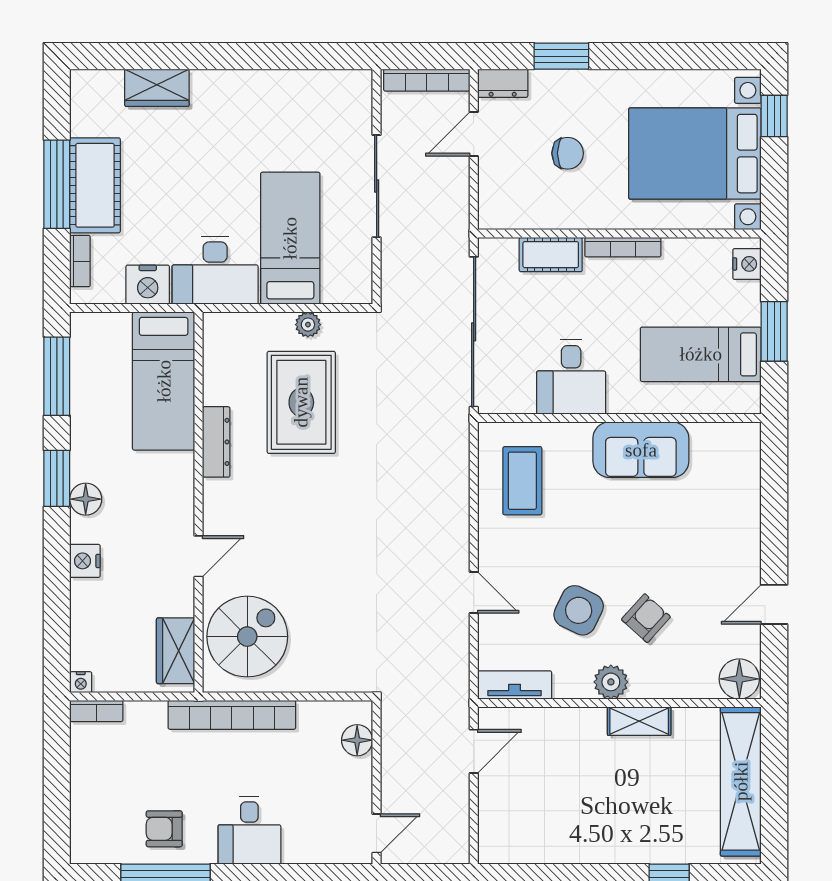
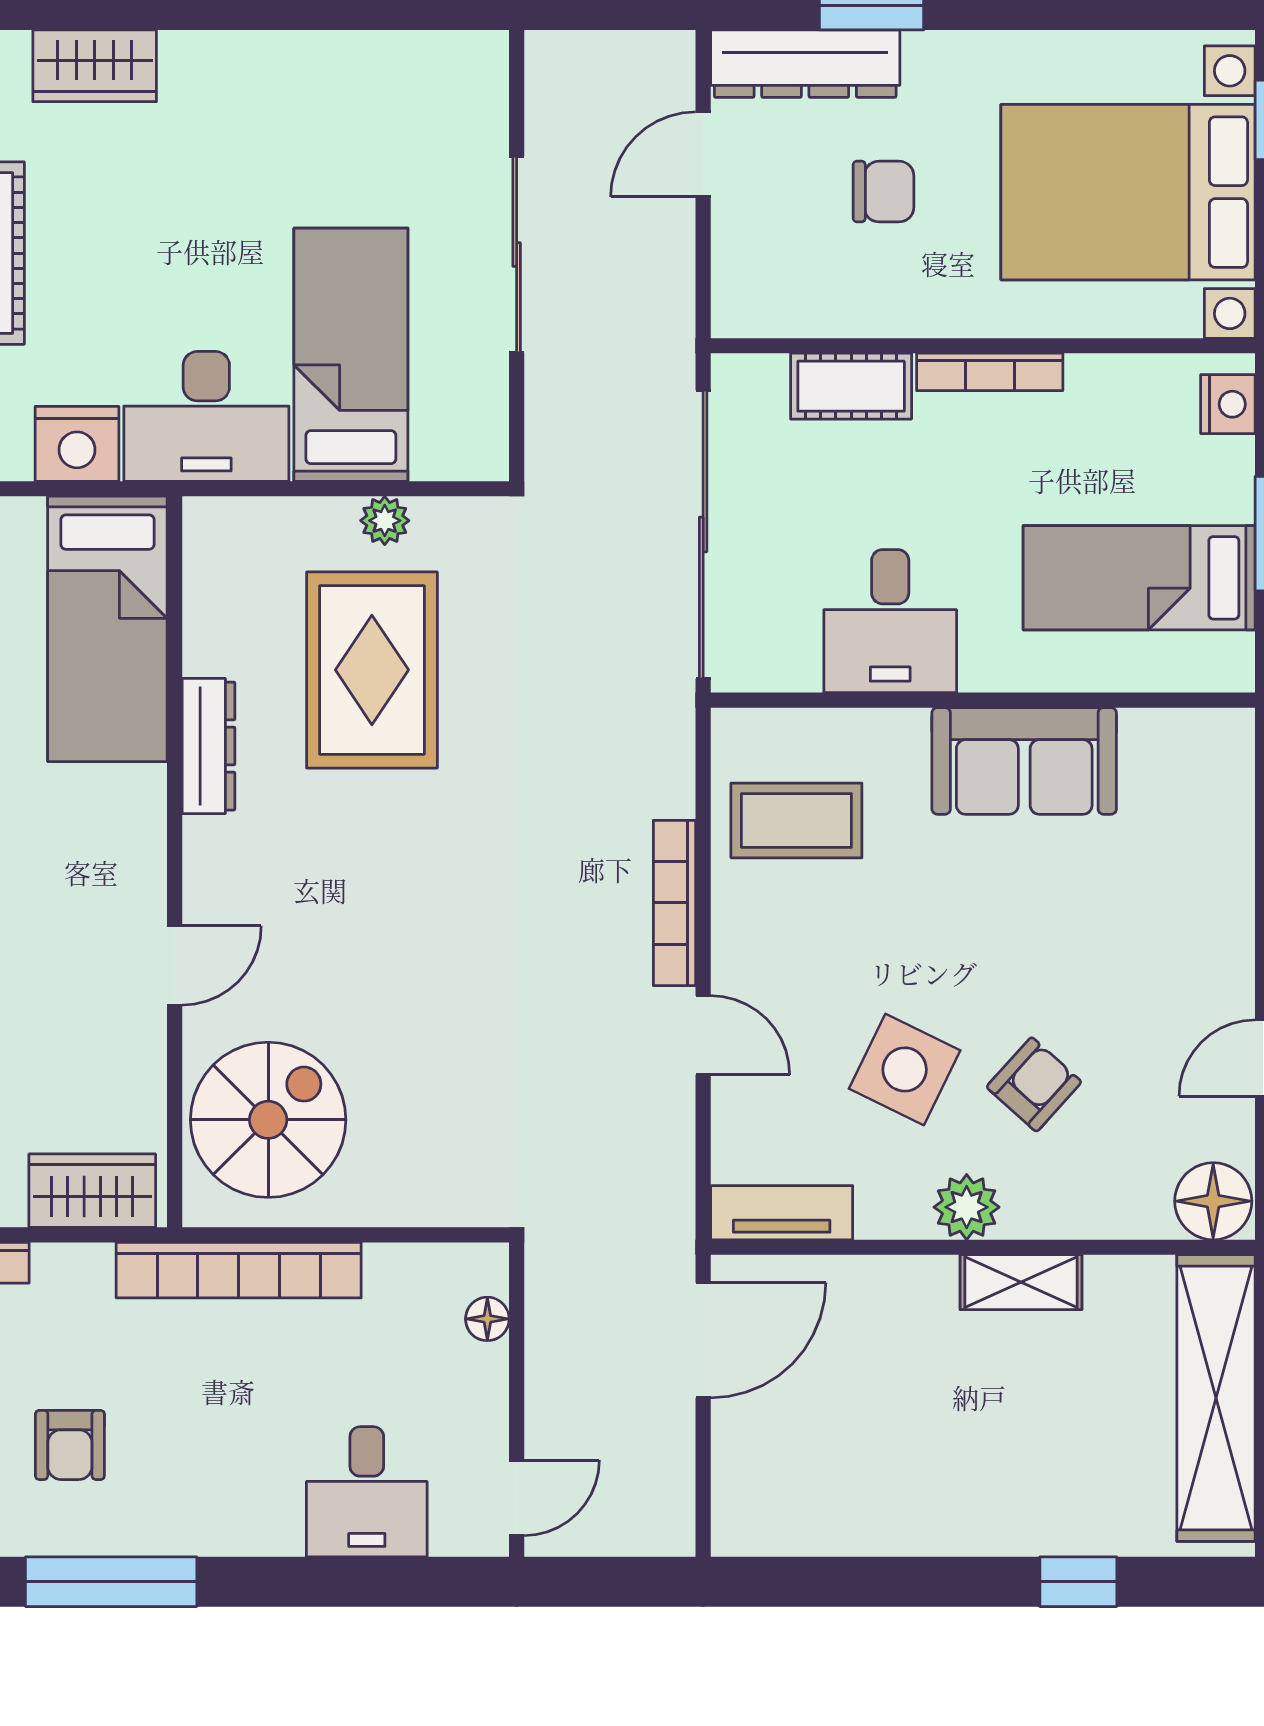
bookcase: (427, 80) -> (674, 903), moved, turned 90
dresser: (503, 83) -> (805, 64), width x1.96, depth x1.24
coffee table: (522, 481) -> (796, 820), turned 90
wardrobe: (176, 651) -> (92, 1191), moved, turned 90
floor lamp: (357, 740) -> (487, 1319), width x0.73, depth x0.73
door: (474, 751) -> (703, 1340), width x1.37
armchair: (164, 829) -> (70, 1445), moved, turned -90
desk: (249, 830) -> (367, 1492), moved

